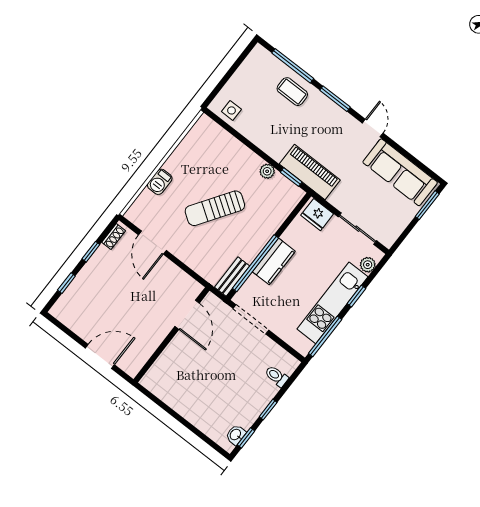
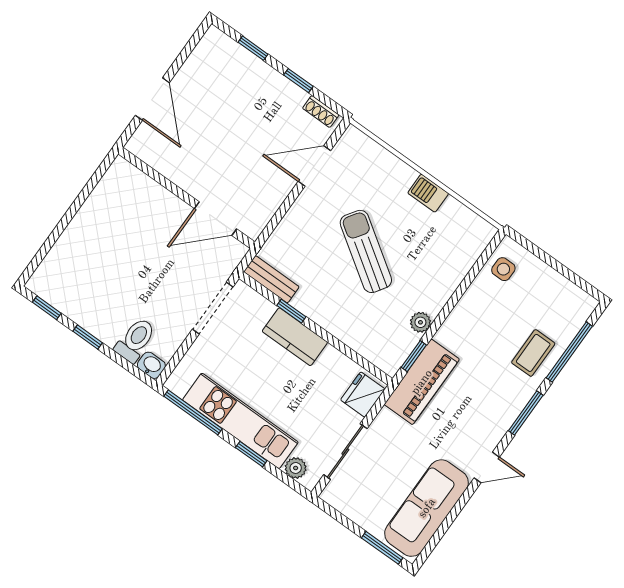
barbecue: (160, 182) -> (428, 193), moved
window: (255, 263) -> (291, 311), width x0.32
toilet: (277, 376) -> (135, 340), width x1.37, depth x1.39
washbasin: (236, 435) -> (151, 365), moved

